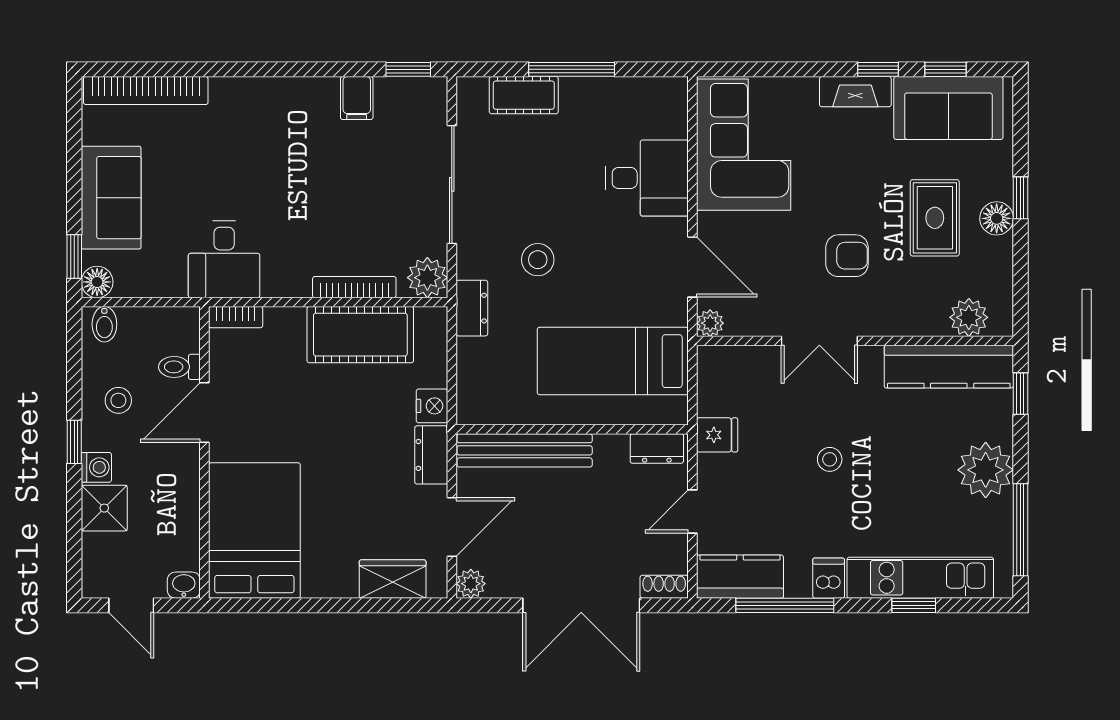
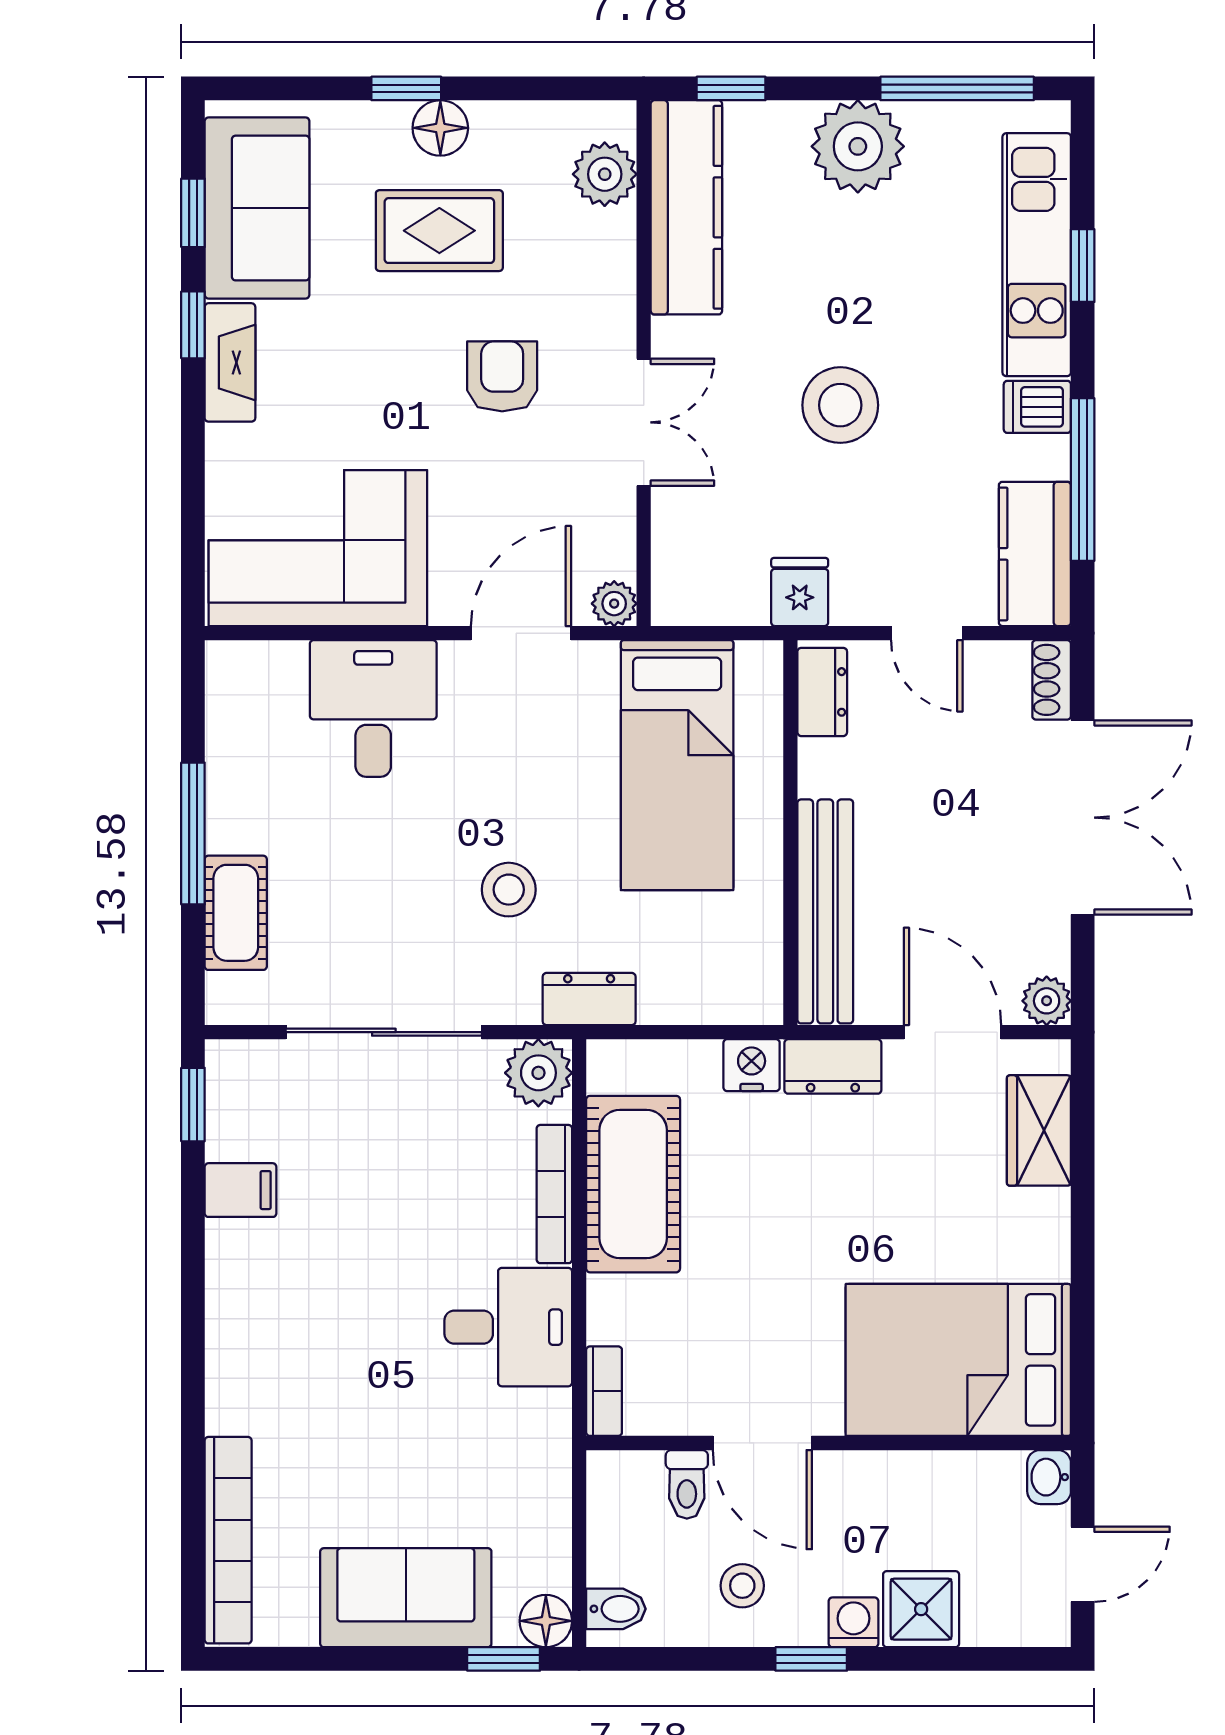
desk: (224, 259) -> (508, 1327), moved
stool: (830, 459) -> (840, 405), width x1.89, depth x1.89

